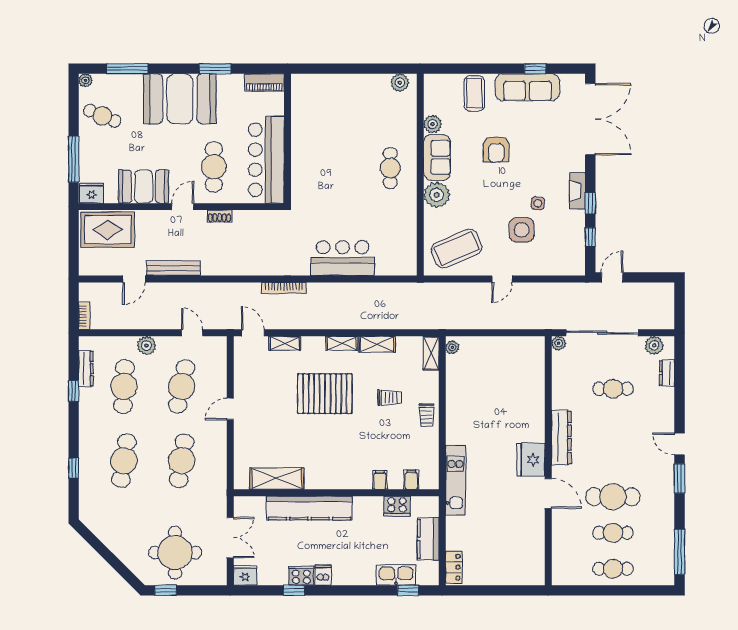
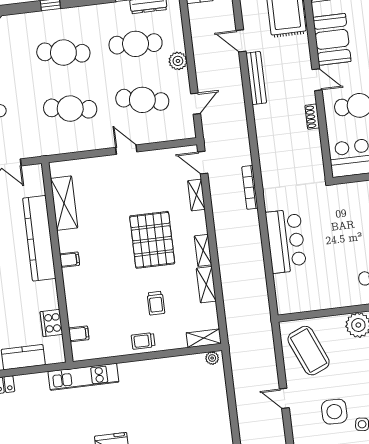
door: (253, 333) -> (203, 163), swing flipped
filing cabinet: (380, 480) -> (70, 260), moved

